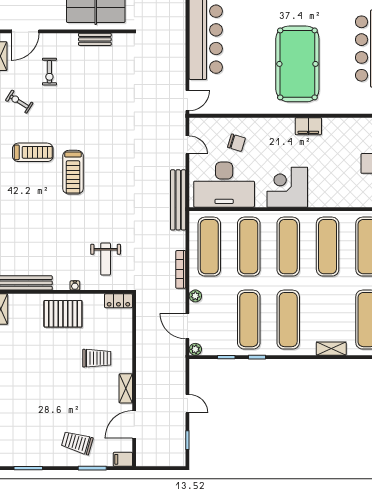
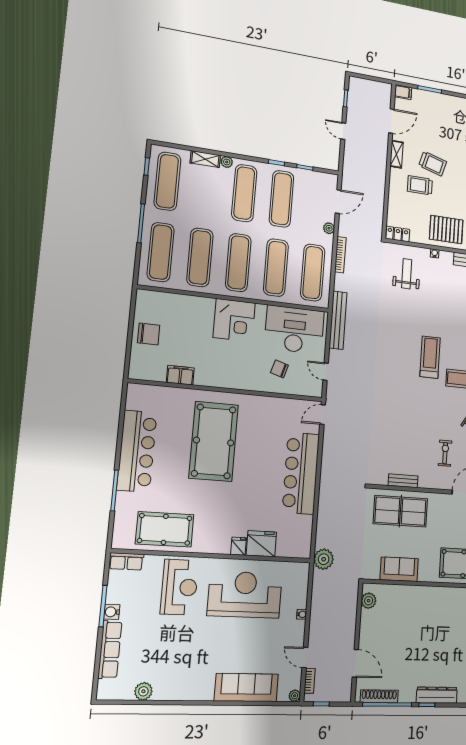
filing cabinet: (308, 126) -> (180, 375), moved
door: (187, 326) -> (338, 202), hinge flipped
plant: (195, 349) -> (227, 162), moved
trolley: (77, 443) -> (433, 164), moved

